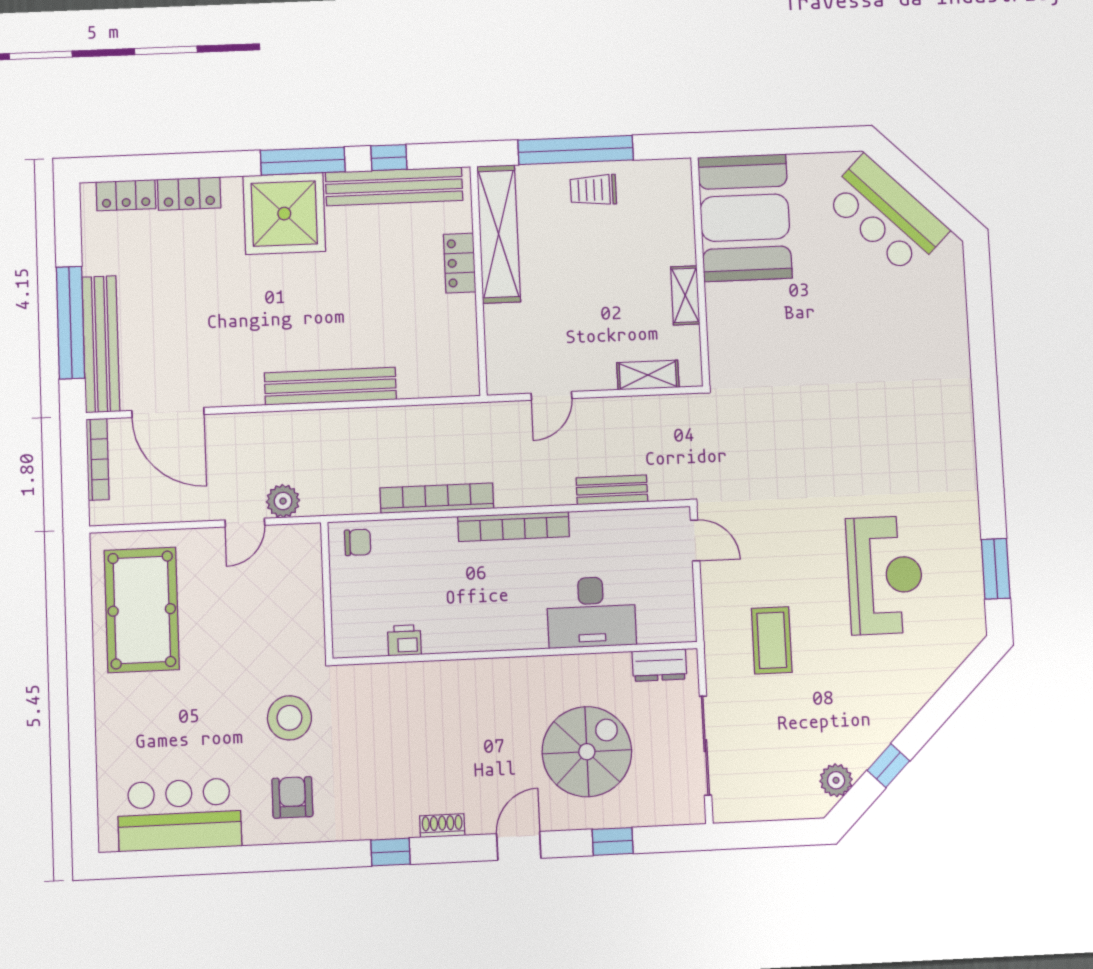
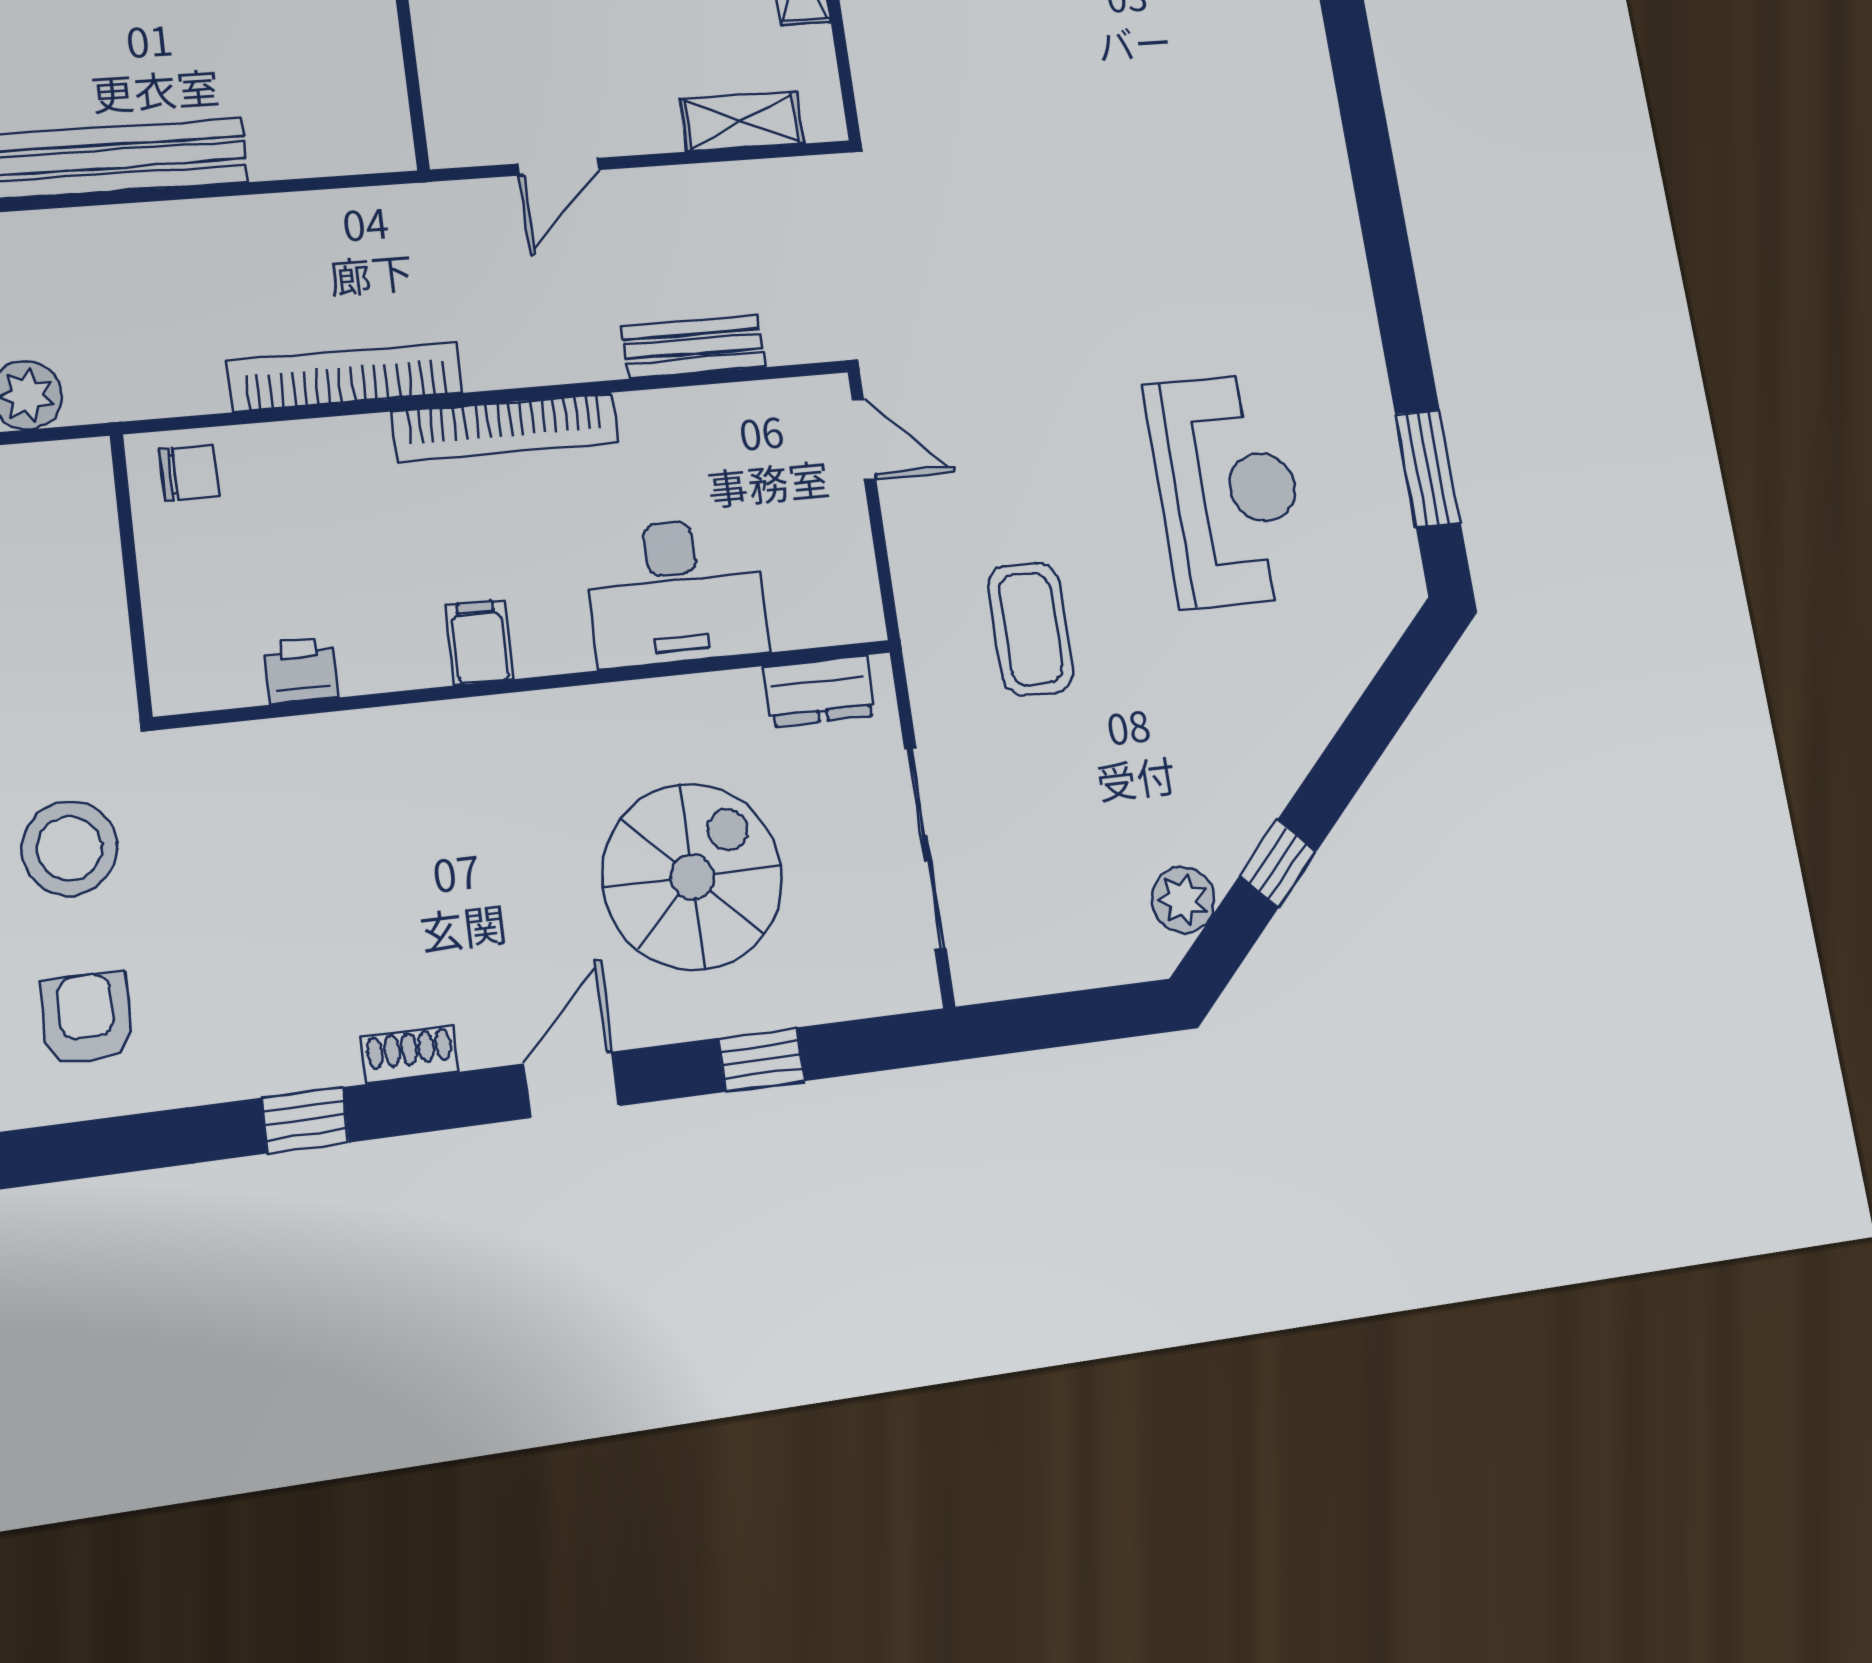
filing cabinet: (492, 632) -> (479, 642), added

